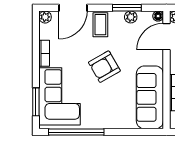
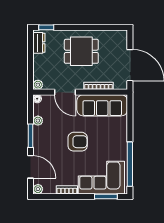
window: (127, 8) -> (31, 136), moved
coffee table: (100, 25) -> (44, 145), removed
door: (166, 37) -> (65, 92), moved
armchair: (104, 67) -> (78, 142), turned -60

